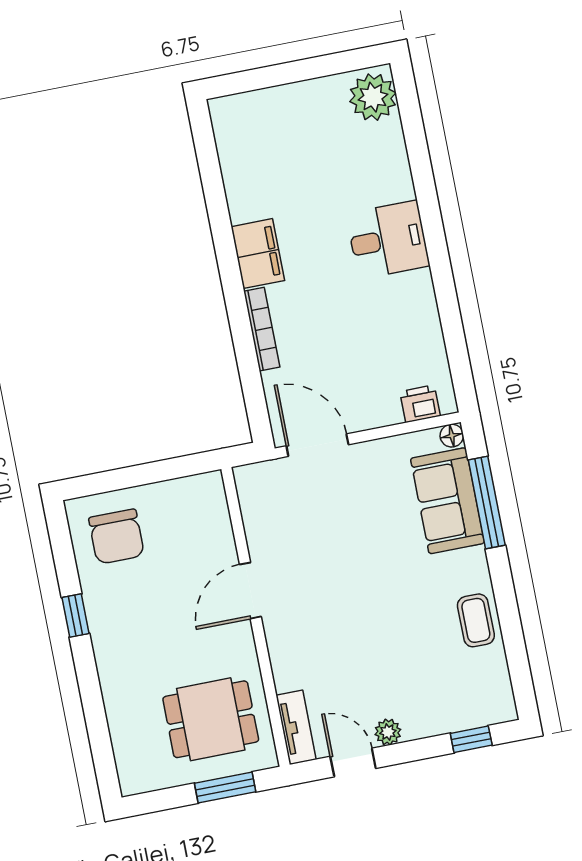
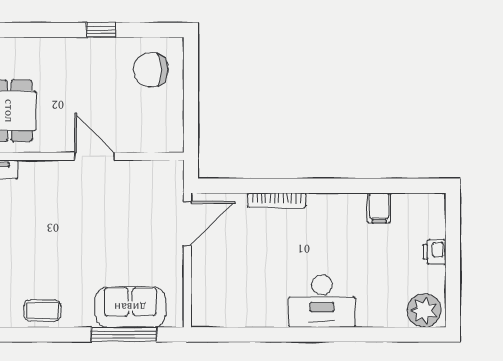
desk: (388, 240) -> (322, 301), width x1.37
filing cabinet: (258, 254) -> (379, 208), moved, width x0.50
printer: (420, 404) -> (434, 252), moved, turned 180
floor lamp: (452, 436) -> (176, 319), removed

